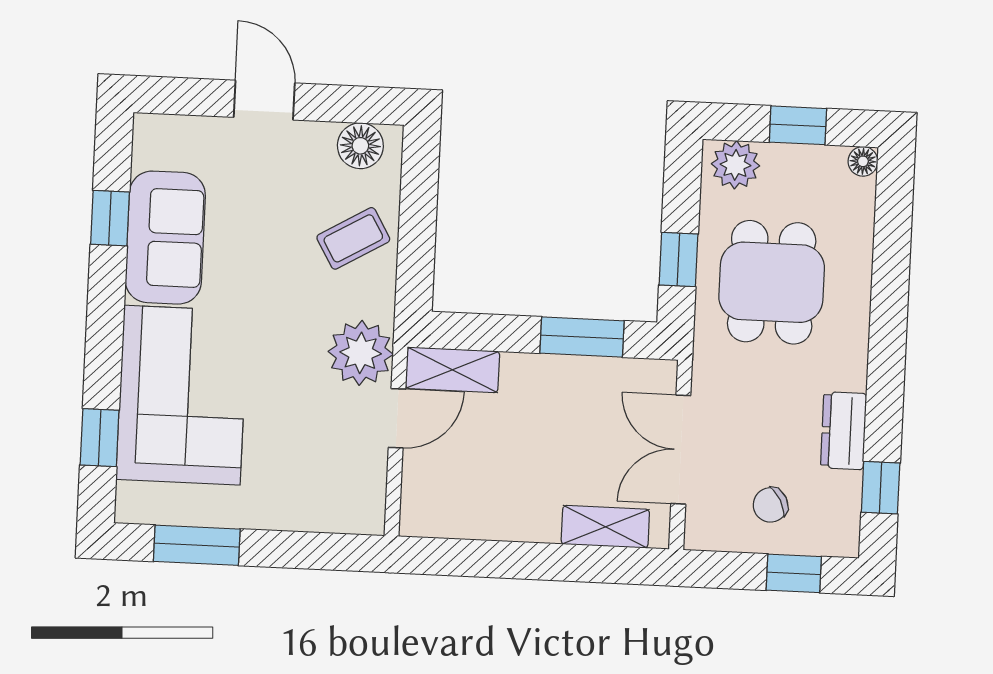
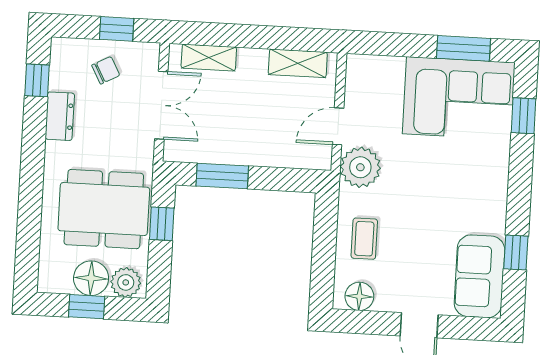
floor lamp: (863, 161) -> (91, 278), moved, width x1.89, depth x1.89
sofa: (165, 238) -> (479, 276), moved
coffee table: (353, 238) -> (364, 239), turned -60
dining table: (772, 282) -> (104, 209), width x1.38
shelving: (453, 370) -> (298, 63), moved
corner sofa: (182, 395) -> (459, 98), moved, turned -90
window: (794, 573) -> (117, 29), moved

